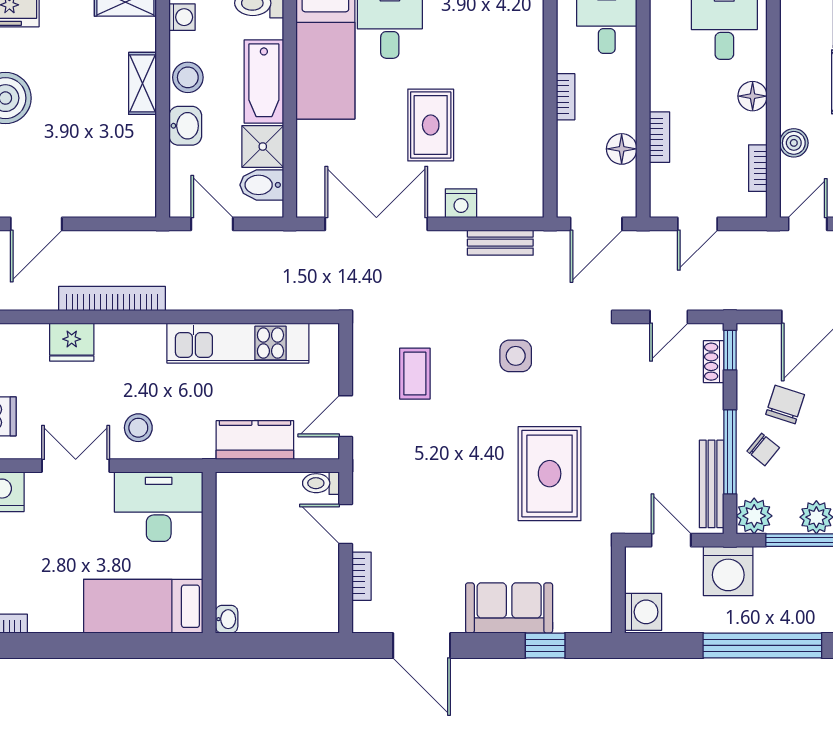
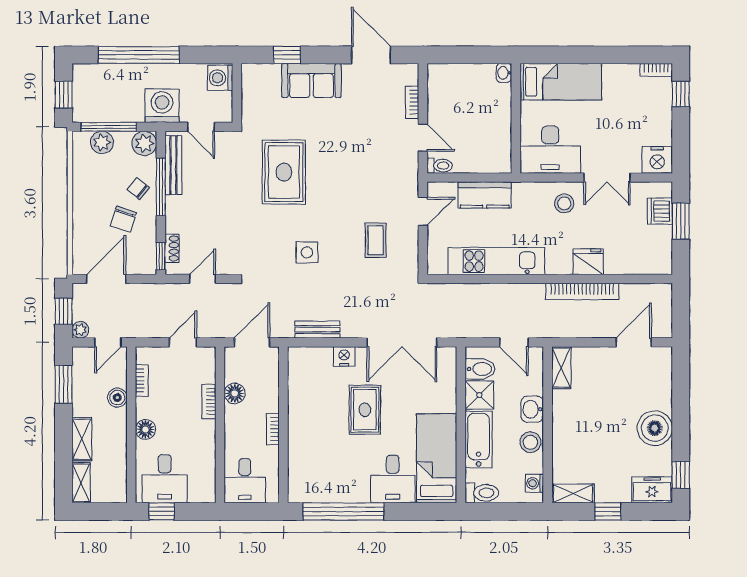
shelving: (143, 83) -> (561, 368), moved
fridge: (72, 342) -> (588, 262), moved

